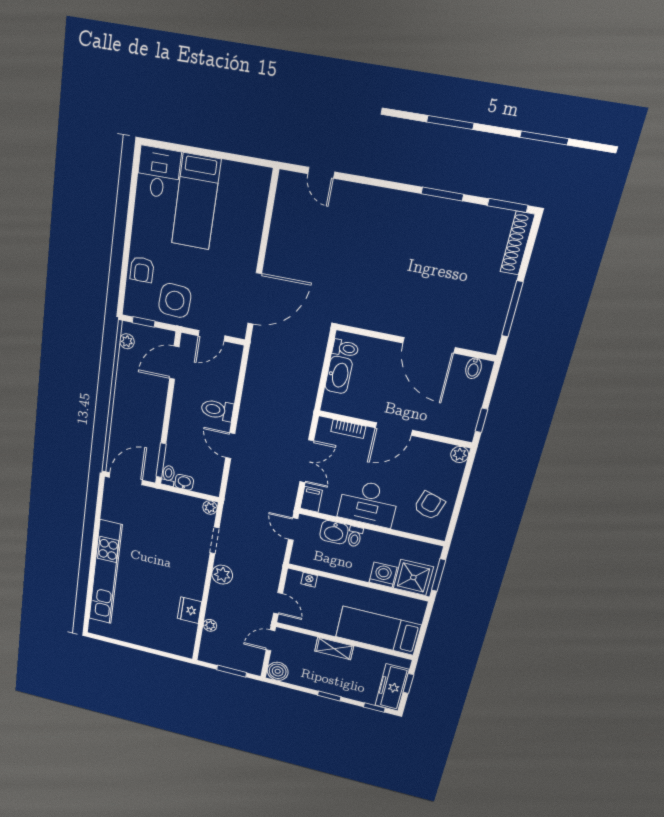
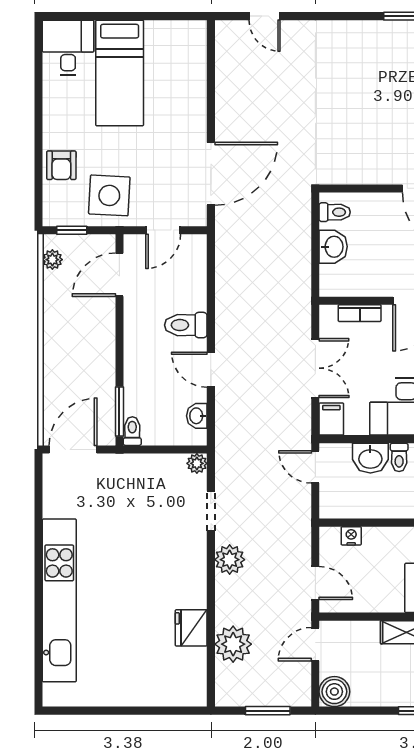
washbasin: (339, 375) -> (333, 247), width x0.72
washbasin: (184, 482) -> (197, 416), moved, turned -90
plant: (210, 625) -> (233, 644), width x1.88, depth x1.88

